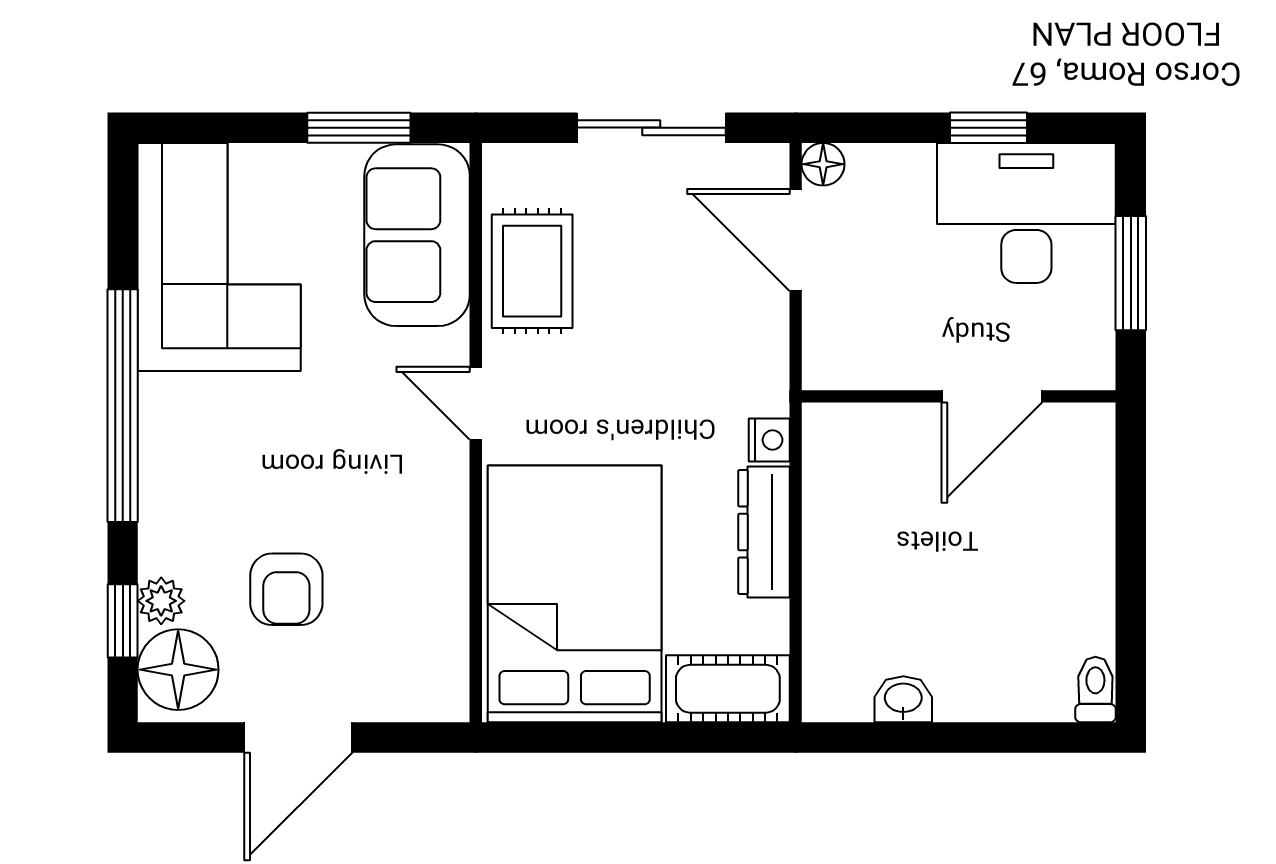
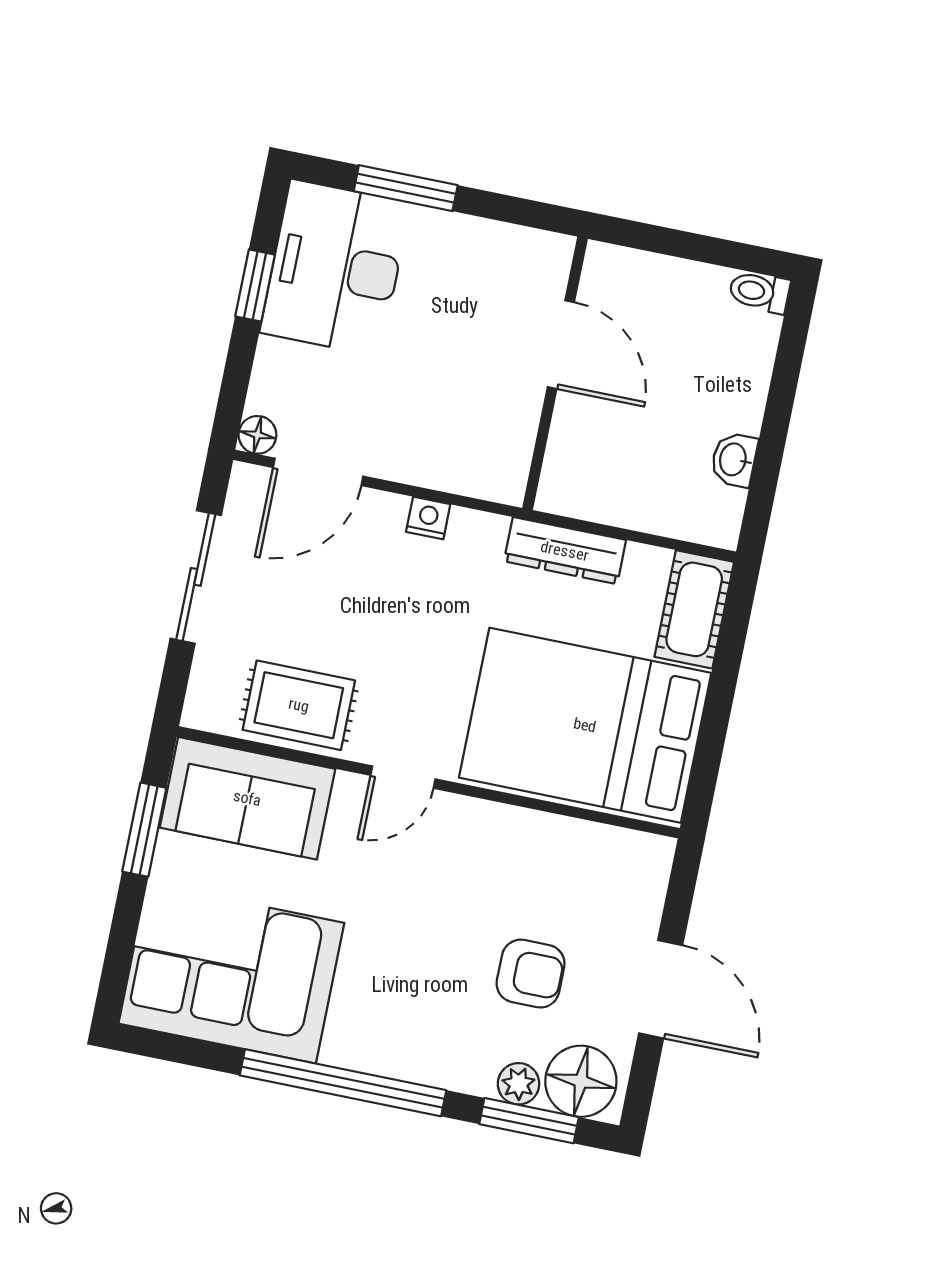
wall: (959, 396) -> (555, 373), moved
door: (992, 396) -> (561, 345), moved
nightstand: (769, 440) -> (428, 518), moved
window: (123, 621) -> (529, 1121), width x1.50

